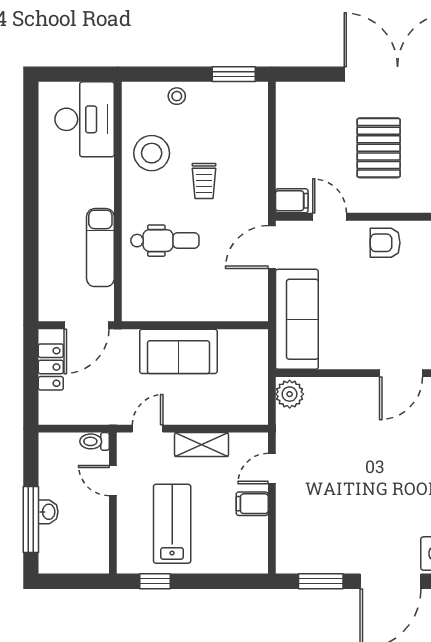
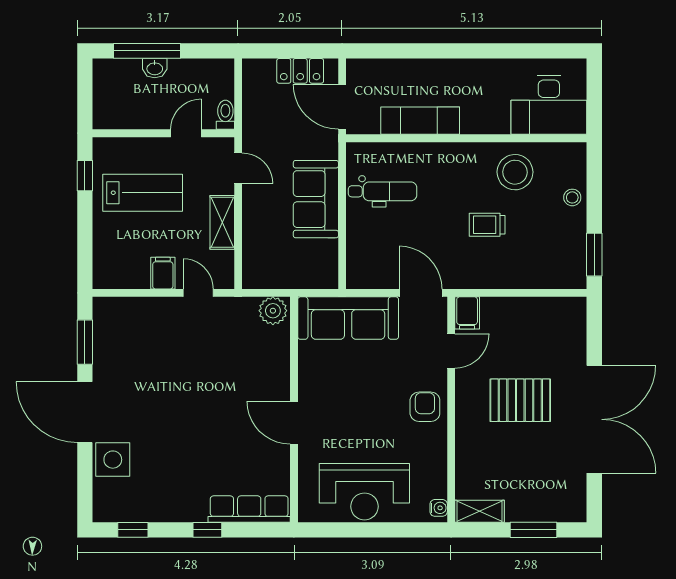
dental chair: (165, 241) -> (383, 191), moved, turned -90

